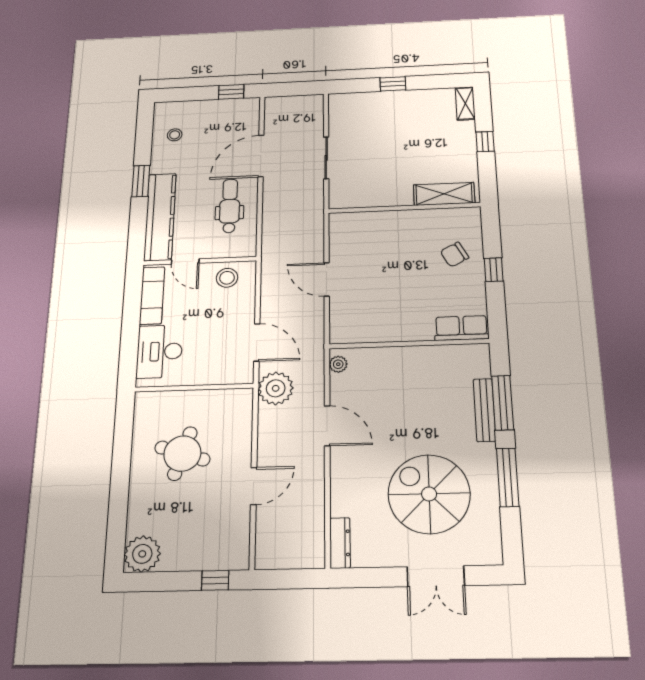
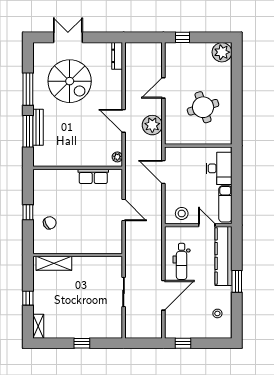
row of seats: (461, 328) -> (93, 176), moved
plant: (276, 388) -> (152, 125), moved
round table: (182, 454) -> (203, 107), turned -36

